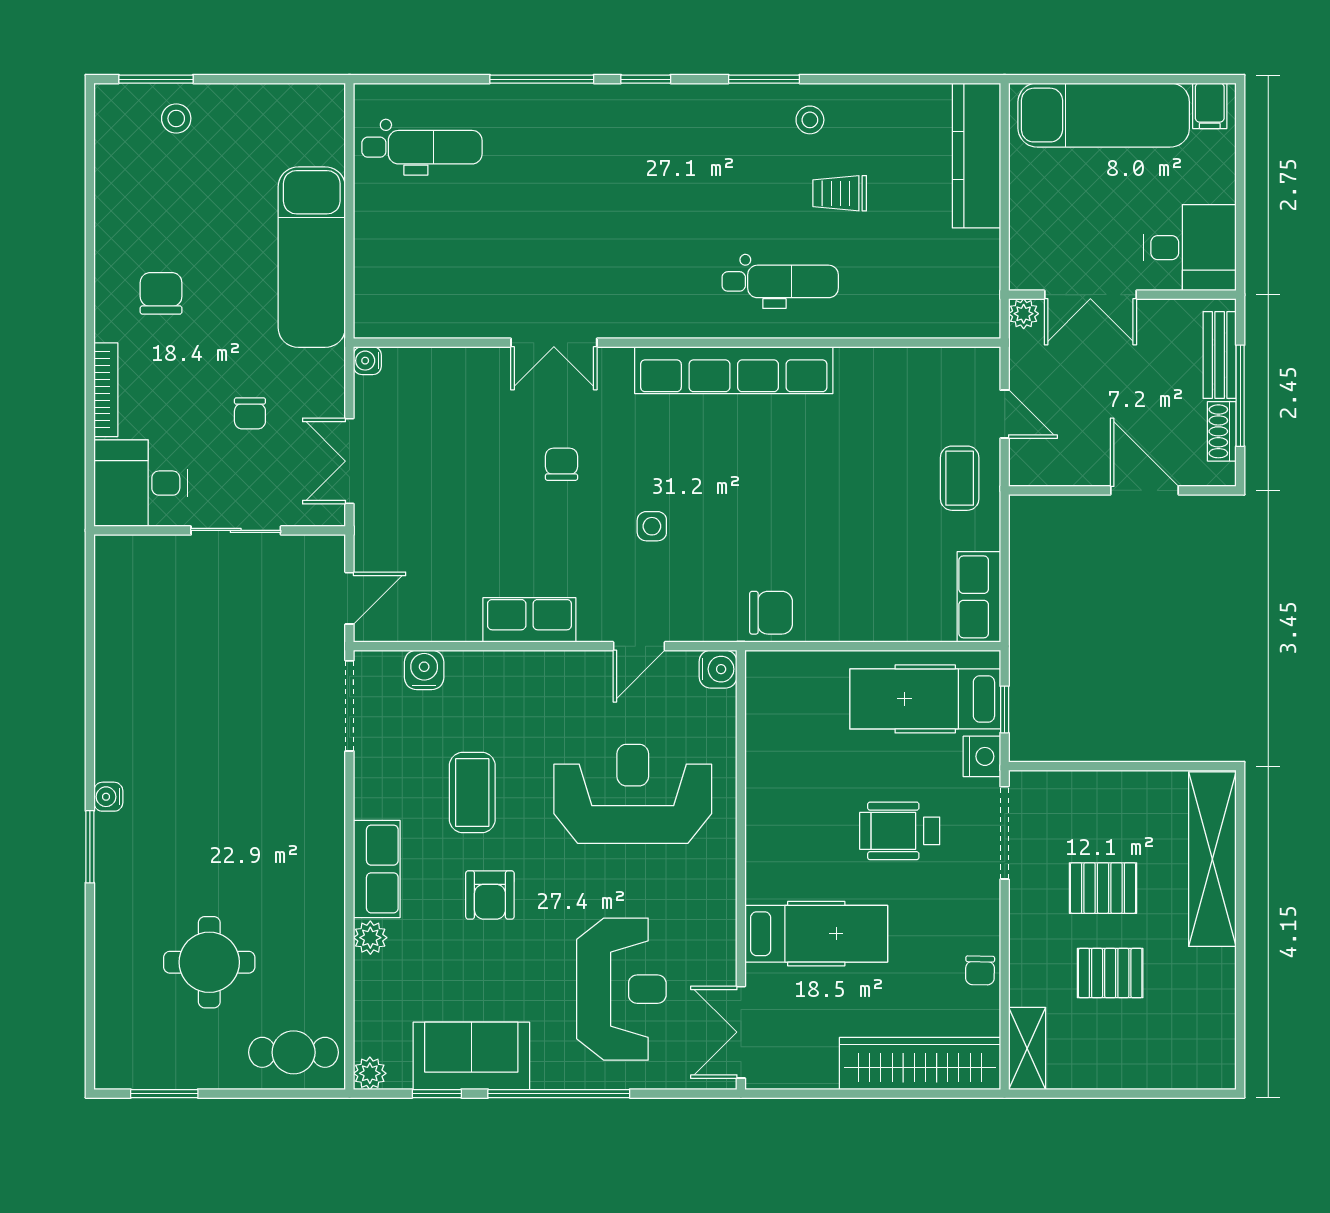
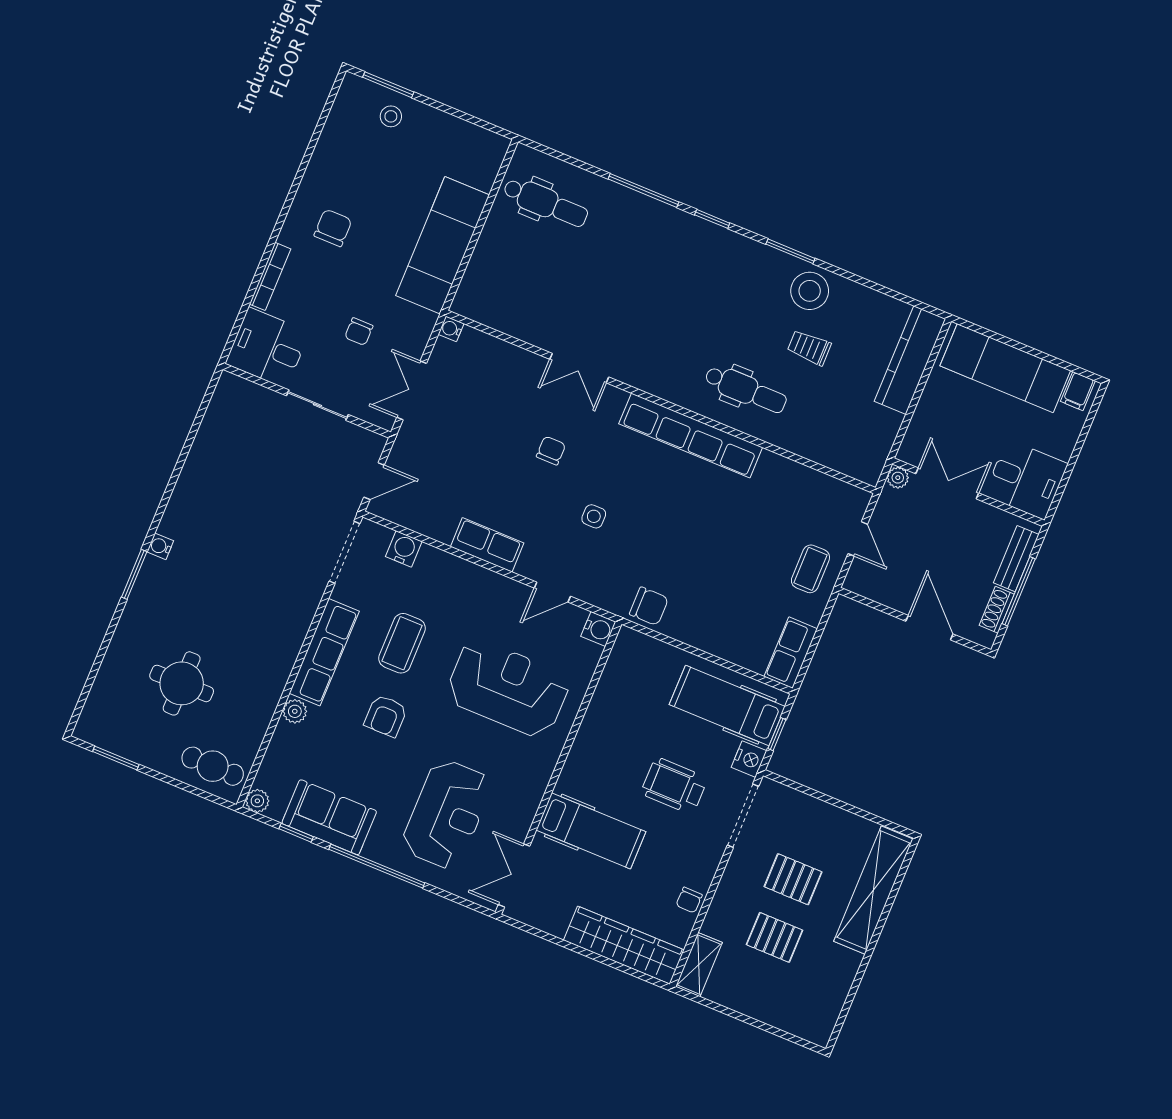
stool: (810, 120) -> (810, 291), width x1.89, depth x1.89
double door: (1090, 295) -> (947, 483), swing flipped
row of seats: (377, 869) -> (324, 652), width x1.48

